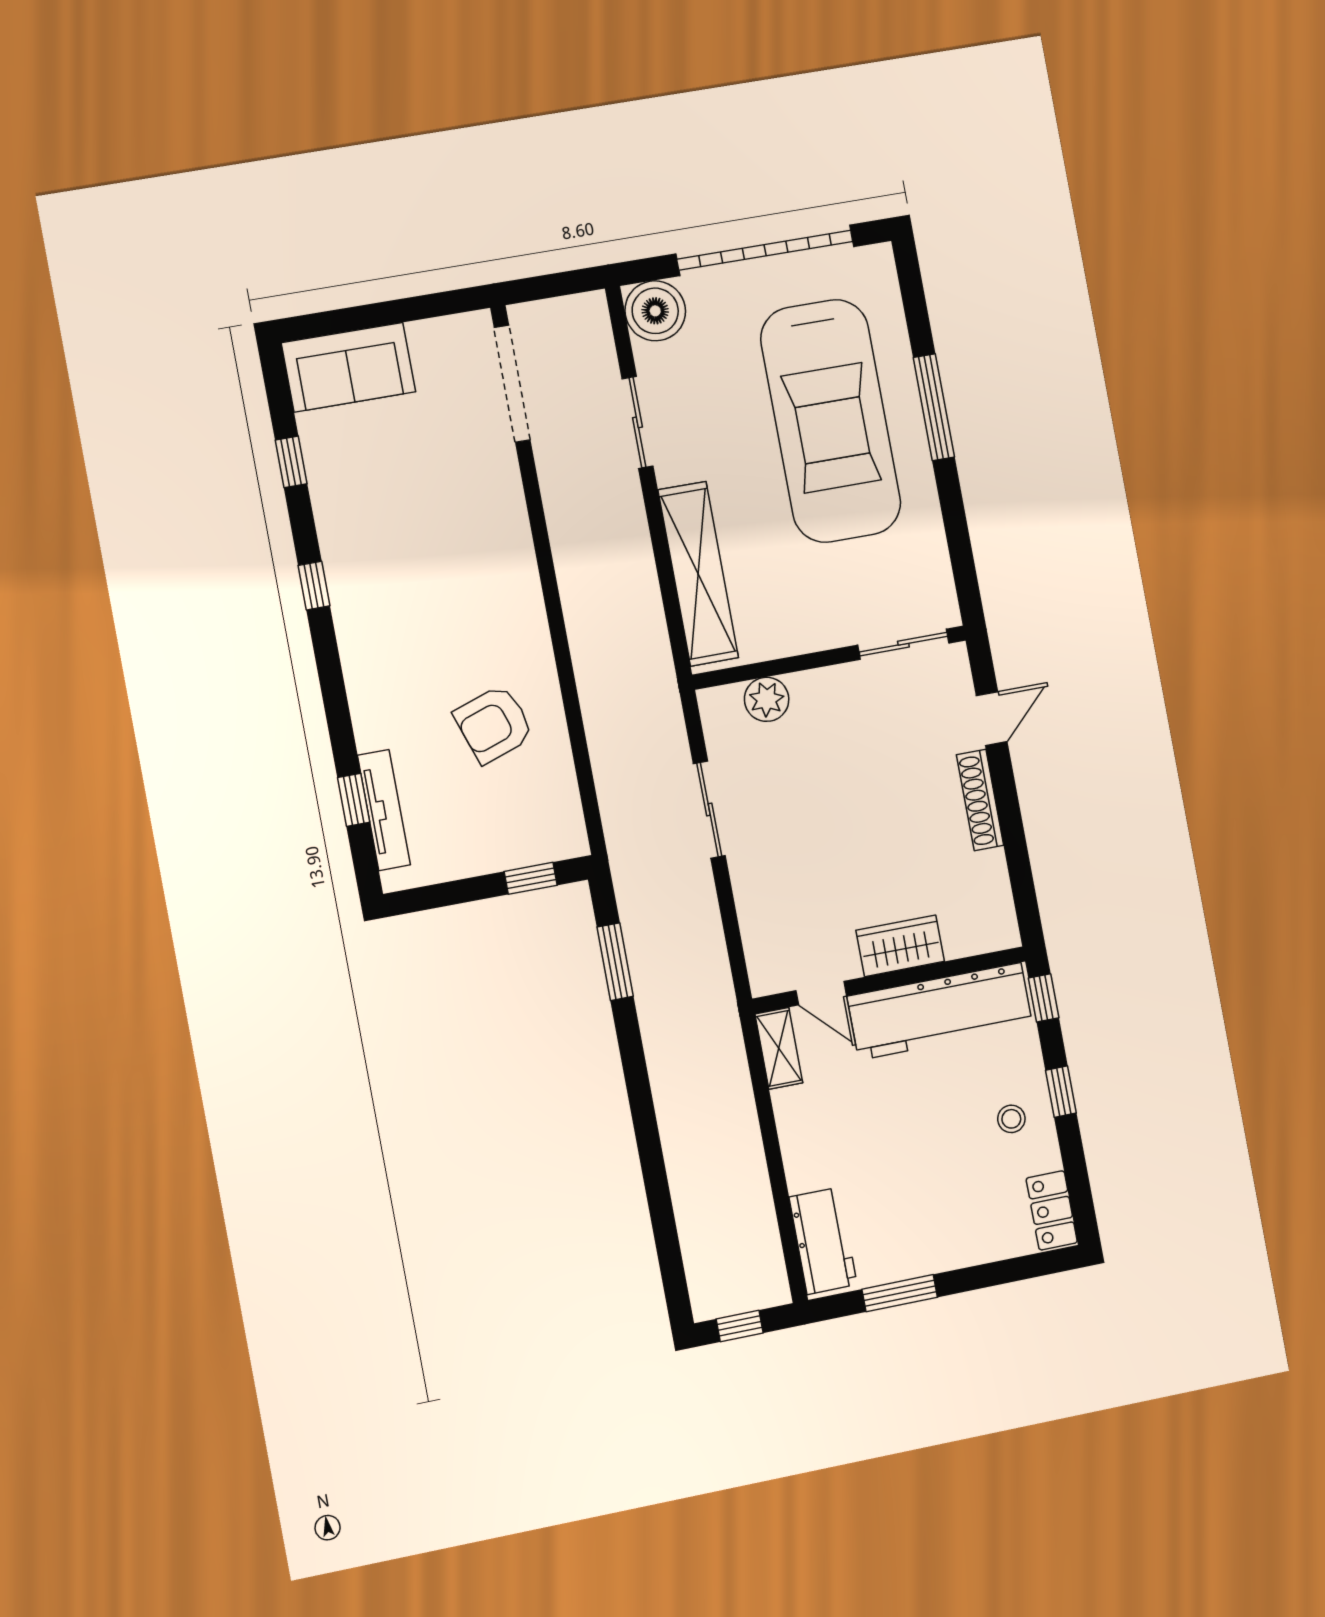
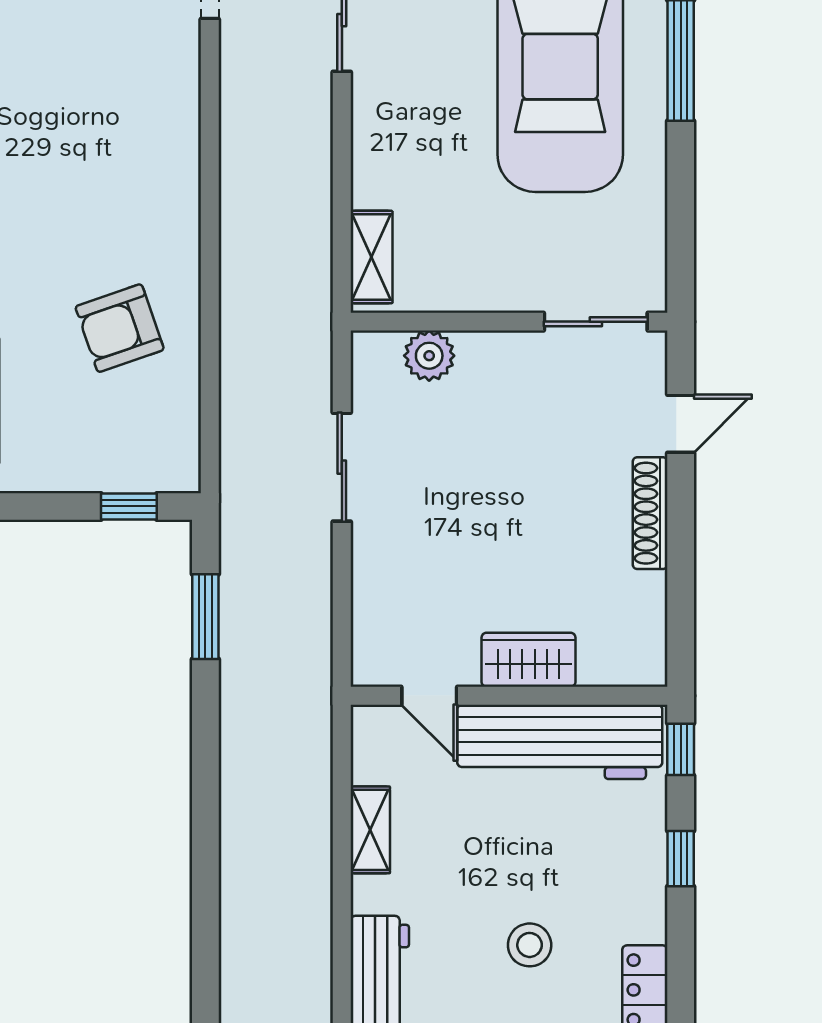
shelving: (698, 574) -> (371, 257), width x0.45, depth x0.75
shelving: (779, 1048) -> (370, 830), moved
stool: (1011, 1119) -> (530, 945), moved, width x1.37, depth x1.37

